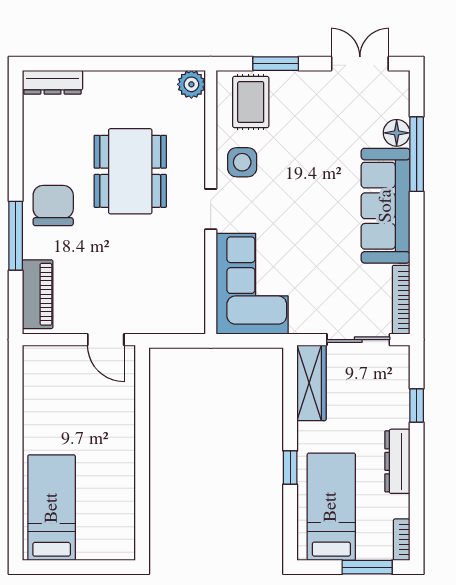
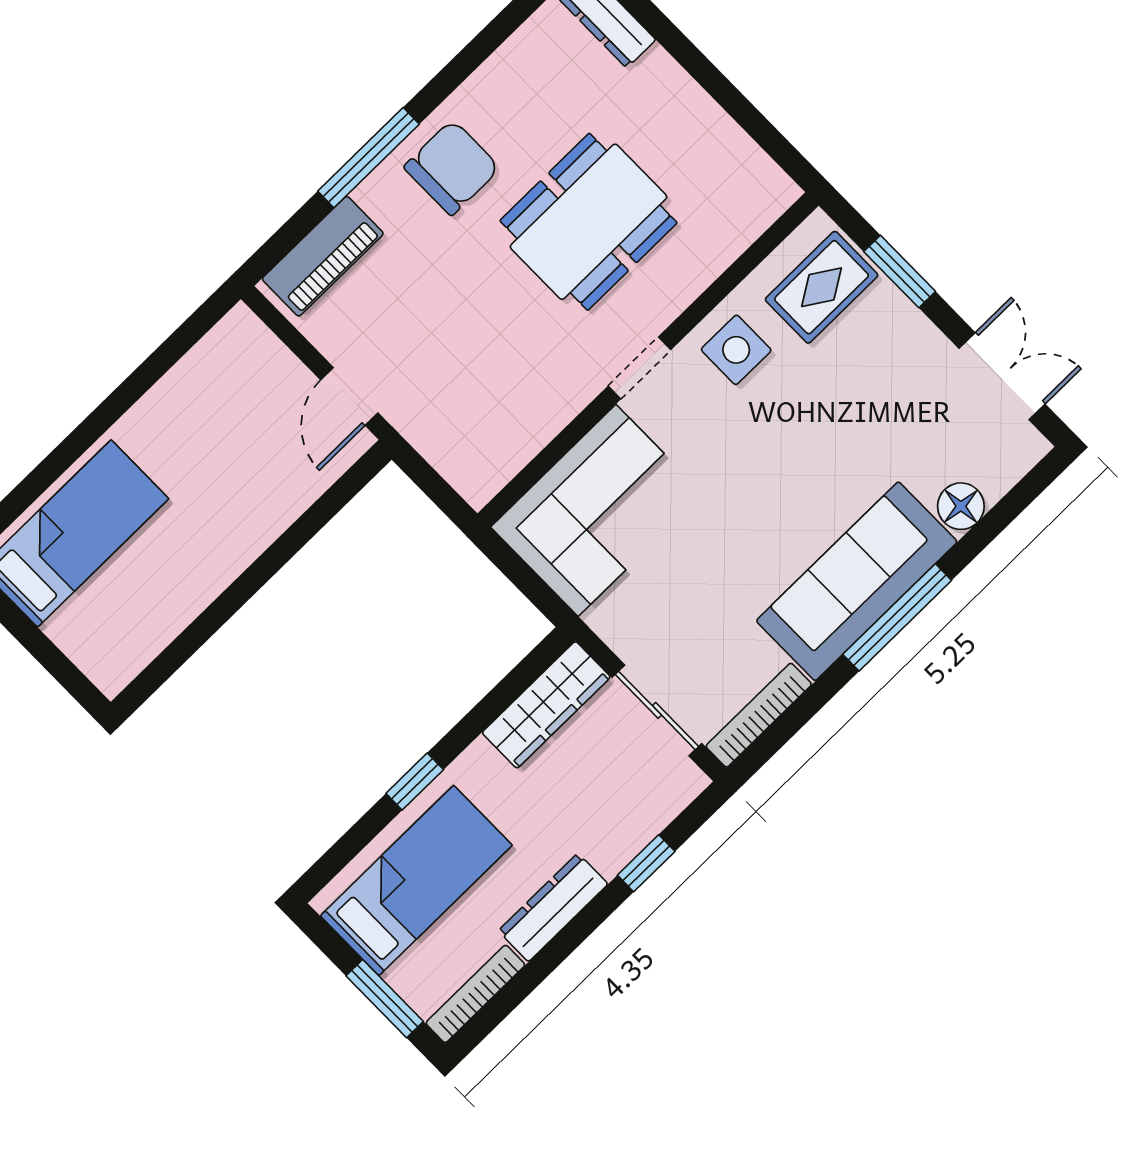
plant: (191, 84) -> (771, 192), removed
window: (417, 154) -> (897, 617), moved
bookcase: (402, 540) -> (475, 994), width x1.56

